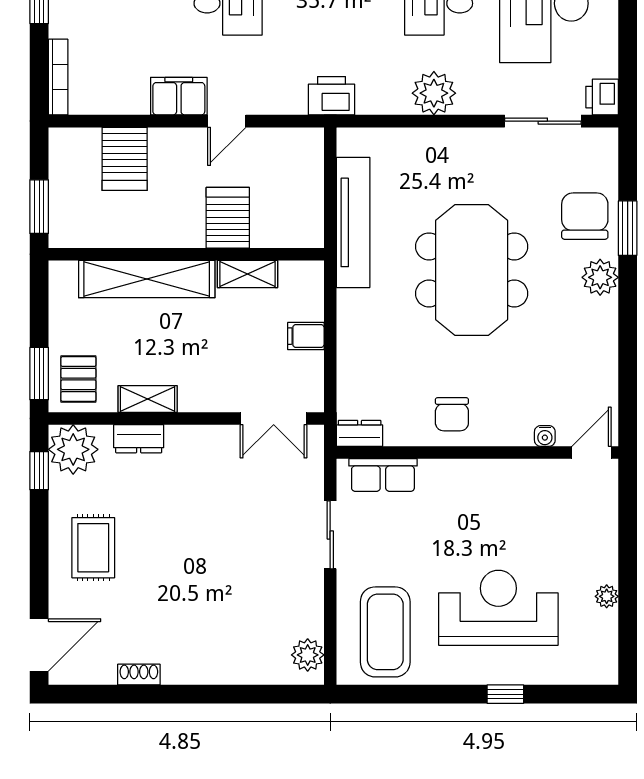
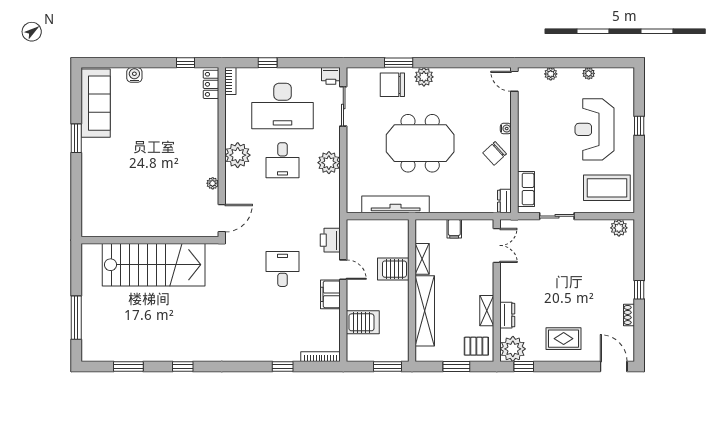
printer: (332, 96) -> (330, 240), moved
window: (39, 374) -> (456, 366), moved
chair: (452, 414) -> (495, 153), turned 137
water cooler: (545, 436) -> (506, 129), moved
plant: (606, 523) -> (551, 74), added
window: (188, 694) -> (639, 290), added

